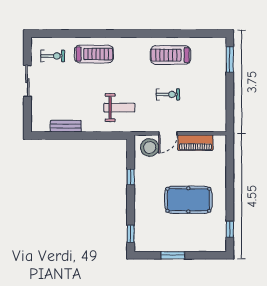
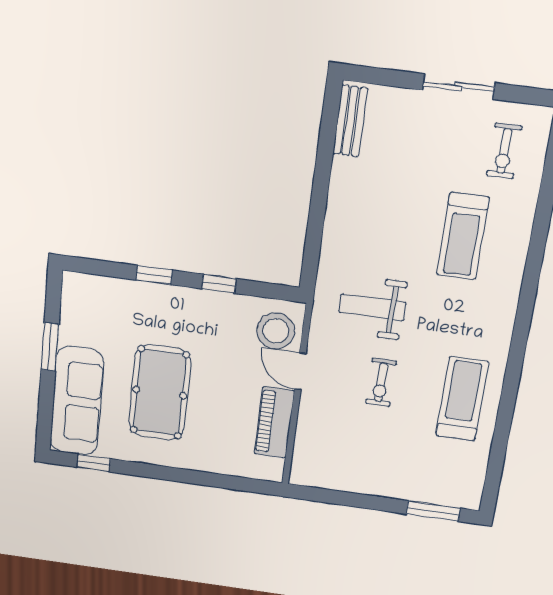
treadmill: (94, 54) -> (463, 236), moved
weight bench: (119, 108) -> (372, 307), moved, turned 90
bench: (66, 126) -> (350, 121), moved
window: (131, 234) -> (154, 275), moved
sofa: (199, 240) -> (77, 401), added

